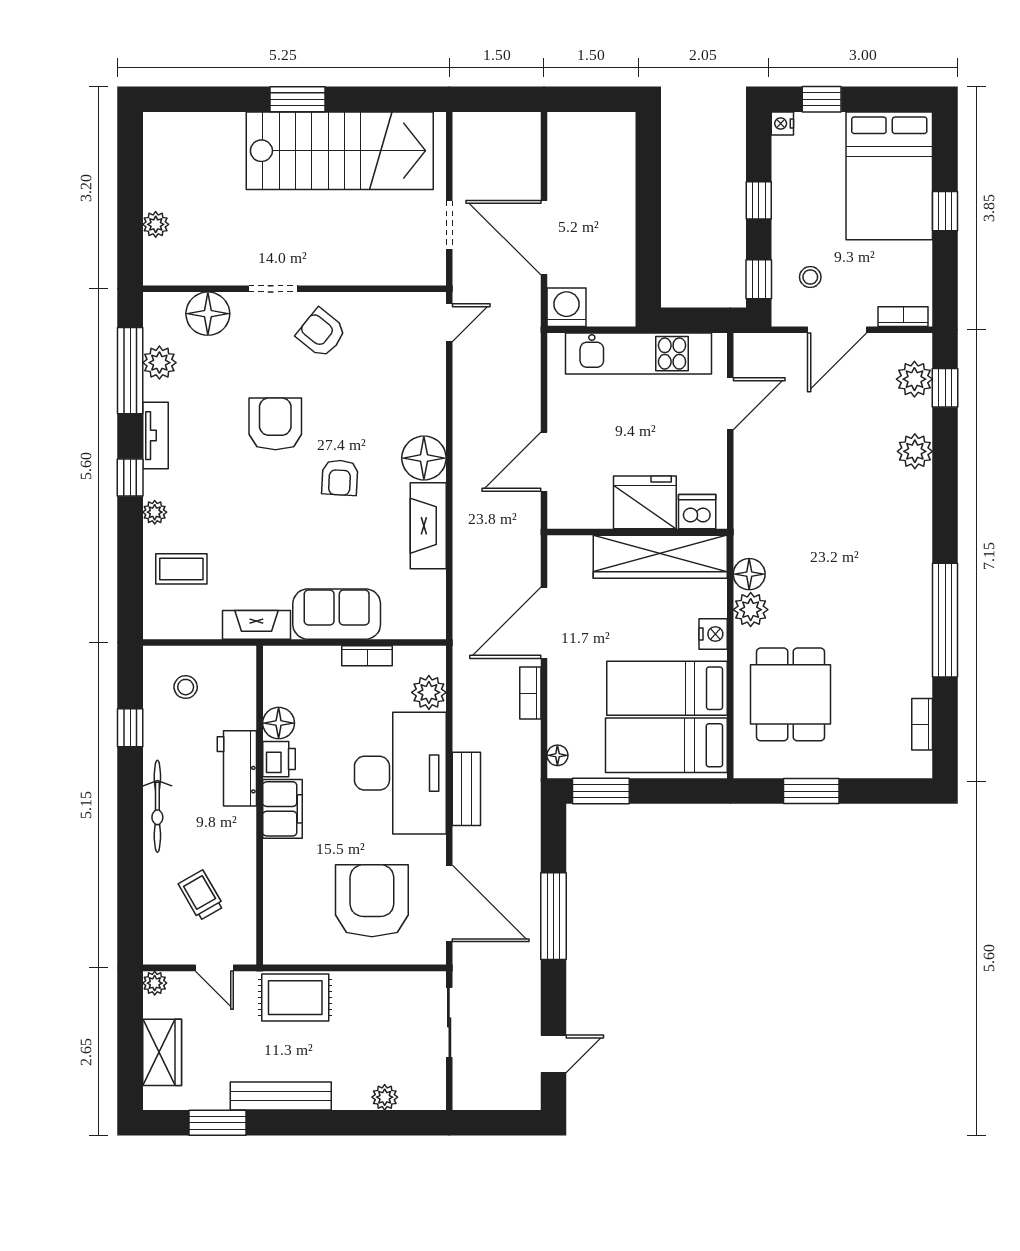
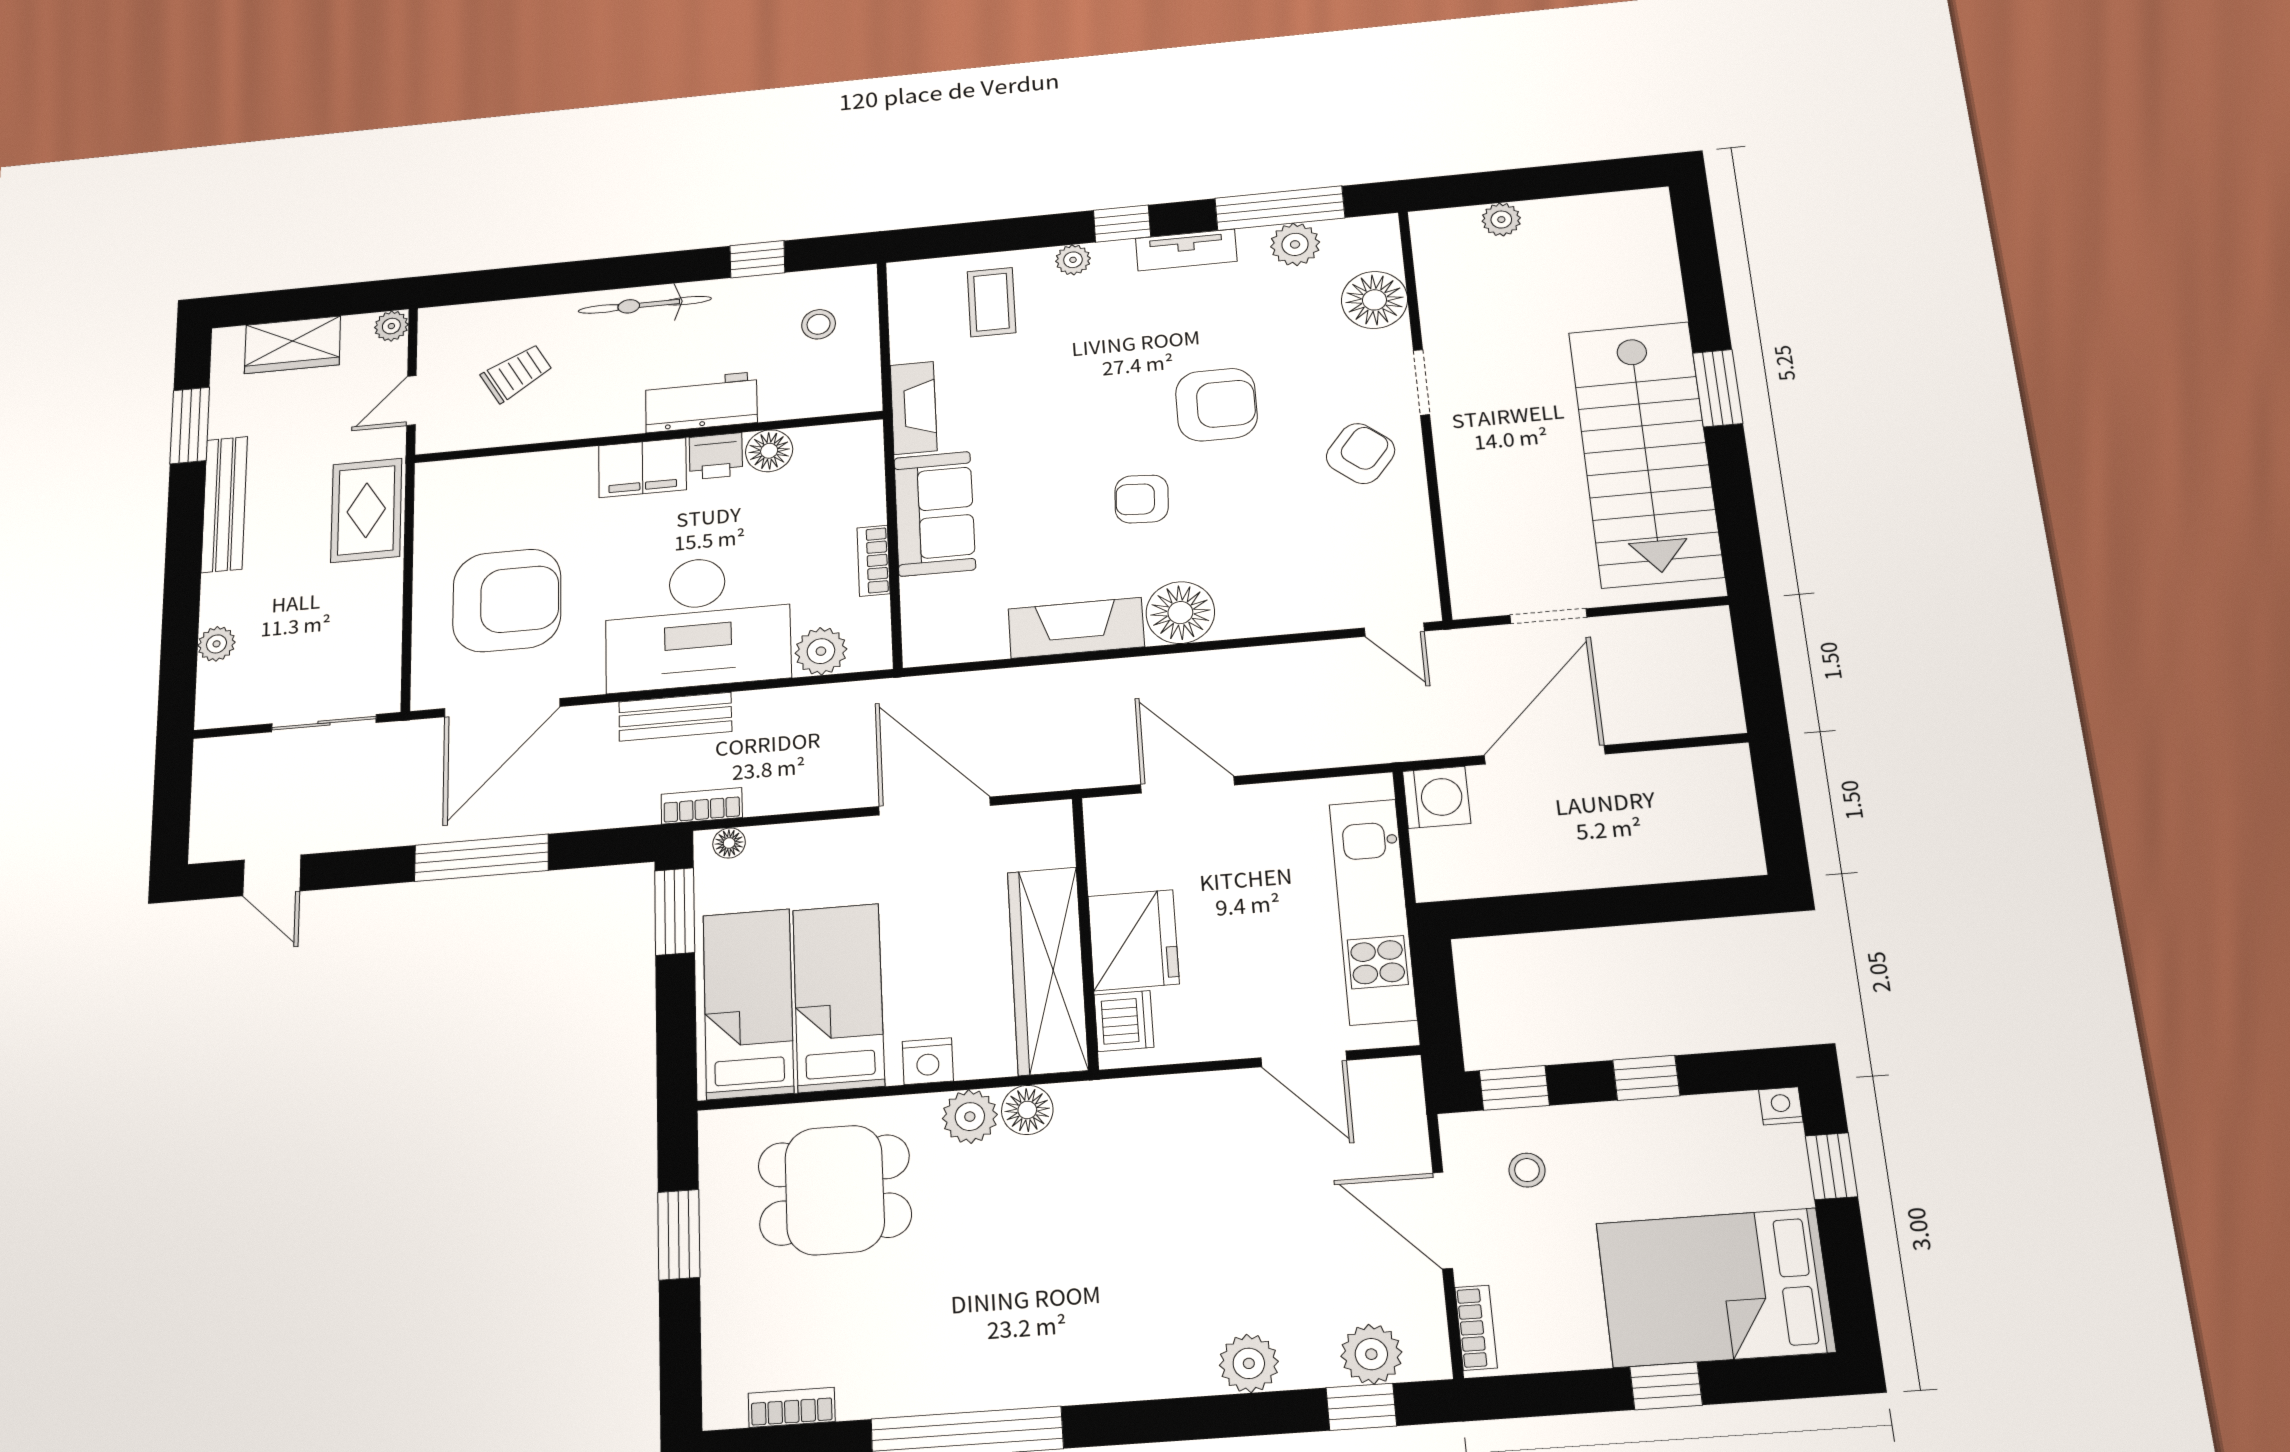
bookcase: (530, 693) -> (702, 806), moved

